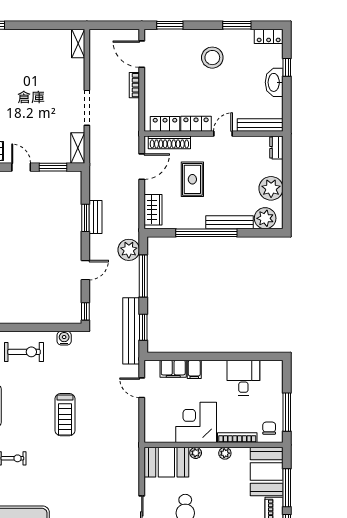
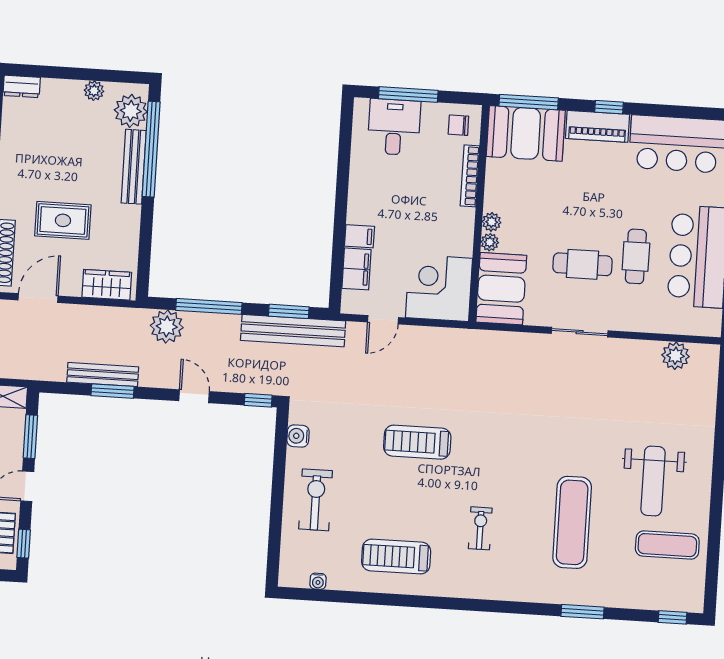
door: (142, 167) -> (38, 298), hinge flipped
plant: (271, 188) -> (94, 91), width x0.53, depth x0.53
bench: (96, 217) -> (103, 375), width x1.36
window: (206, 233) -> (151, 149), moved
desk: (243, 378) -> (394, 127), moved, turned 90
window: (287, 412) -> (408, 94), moved
treadmill: (65, 415) -> (417, 442), turned 180
corner desk: (196, 422) -> (439, 288), moved, turned 90
plant: (225, 453) -> (492, 222), moved
window: (287, 488) -> (529, 102), moved

